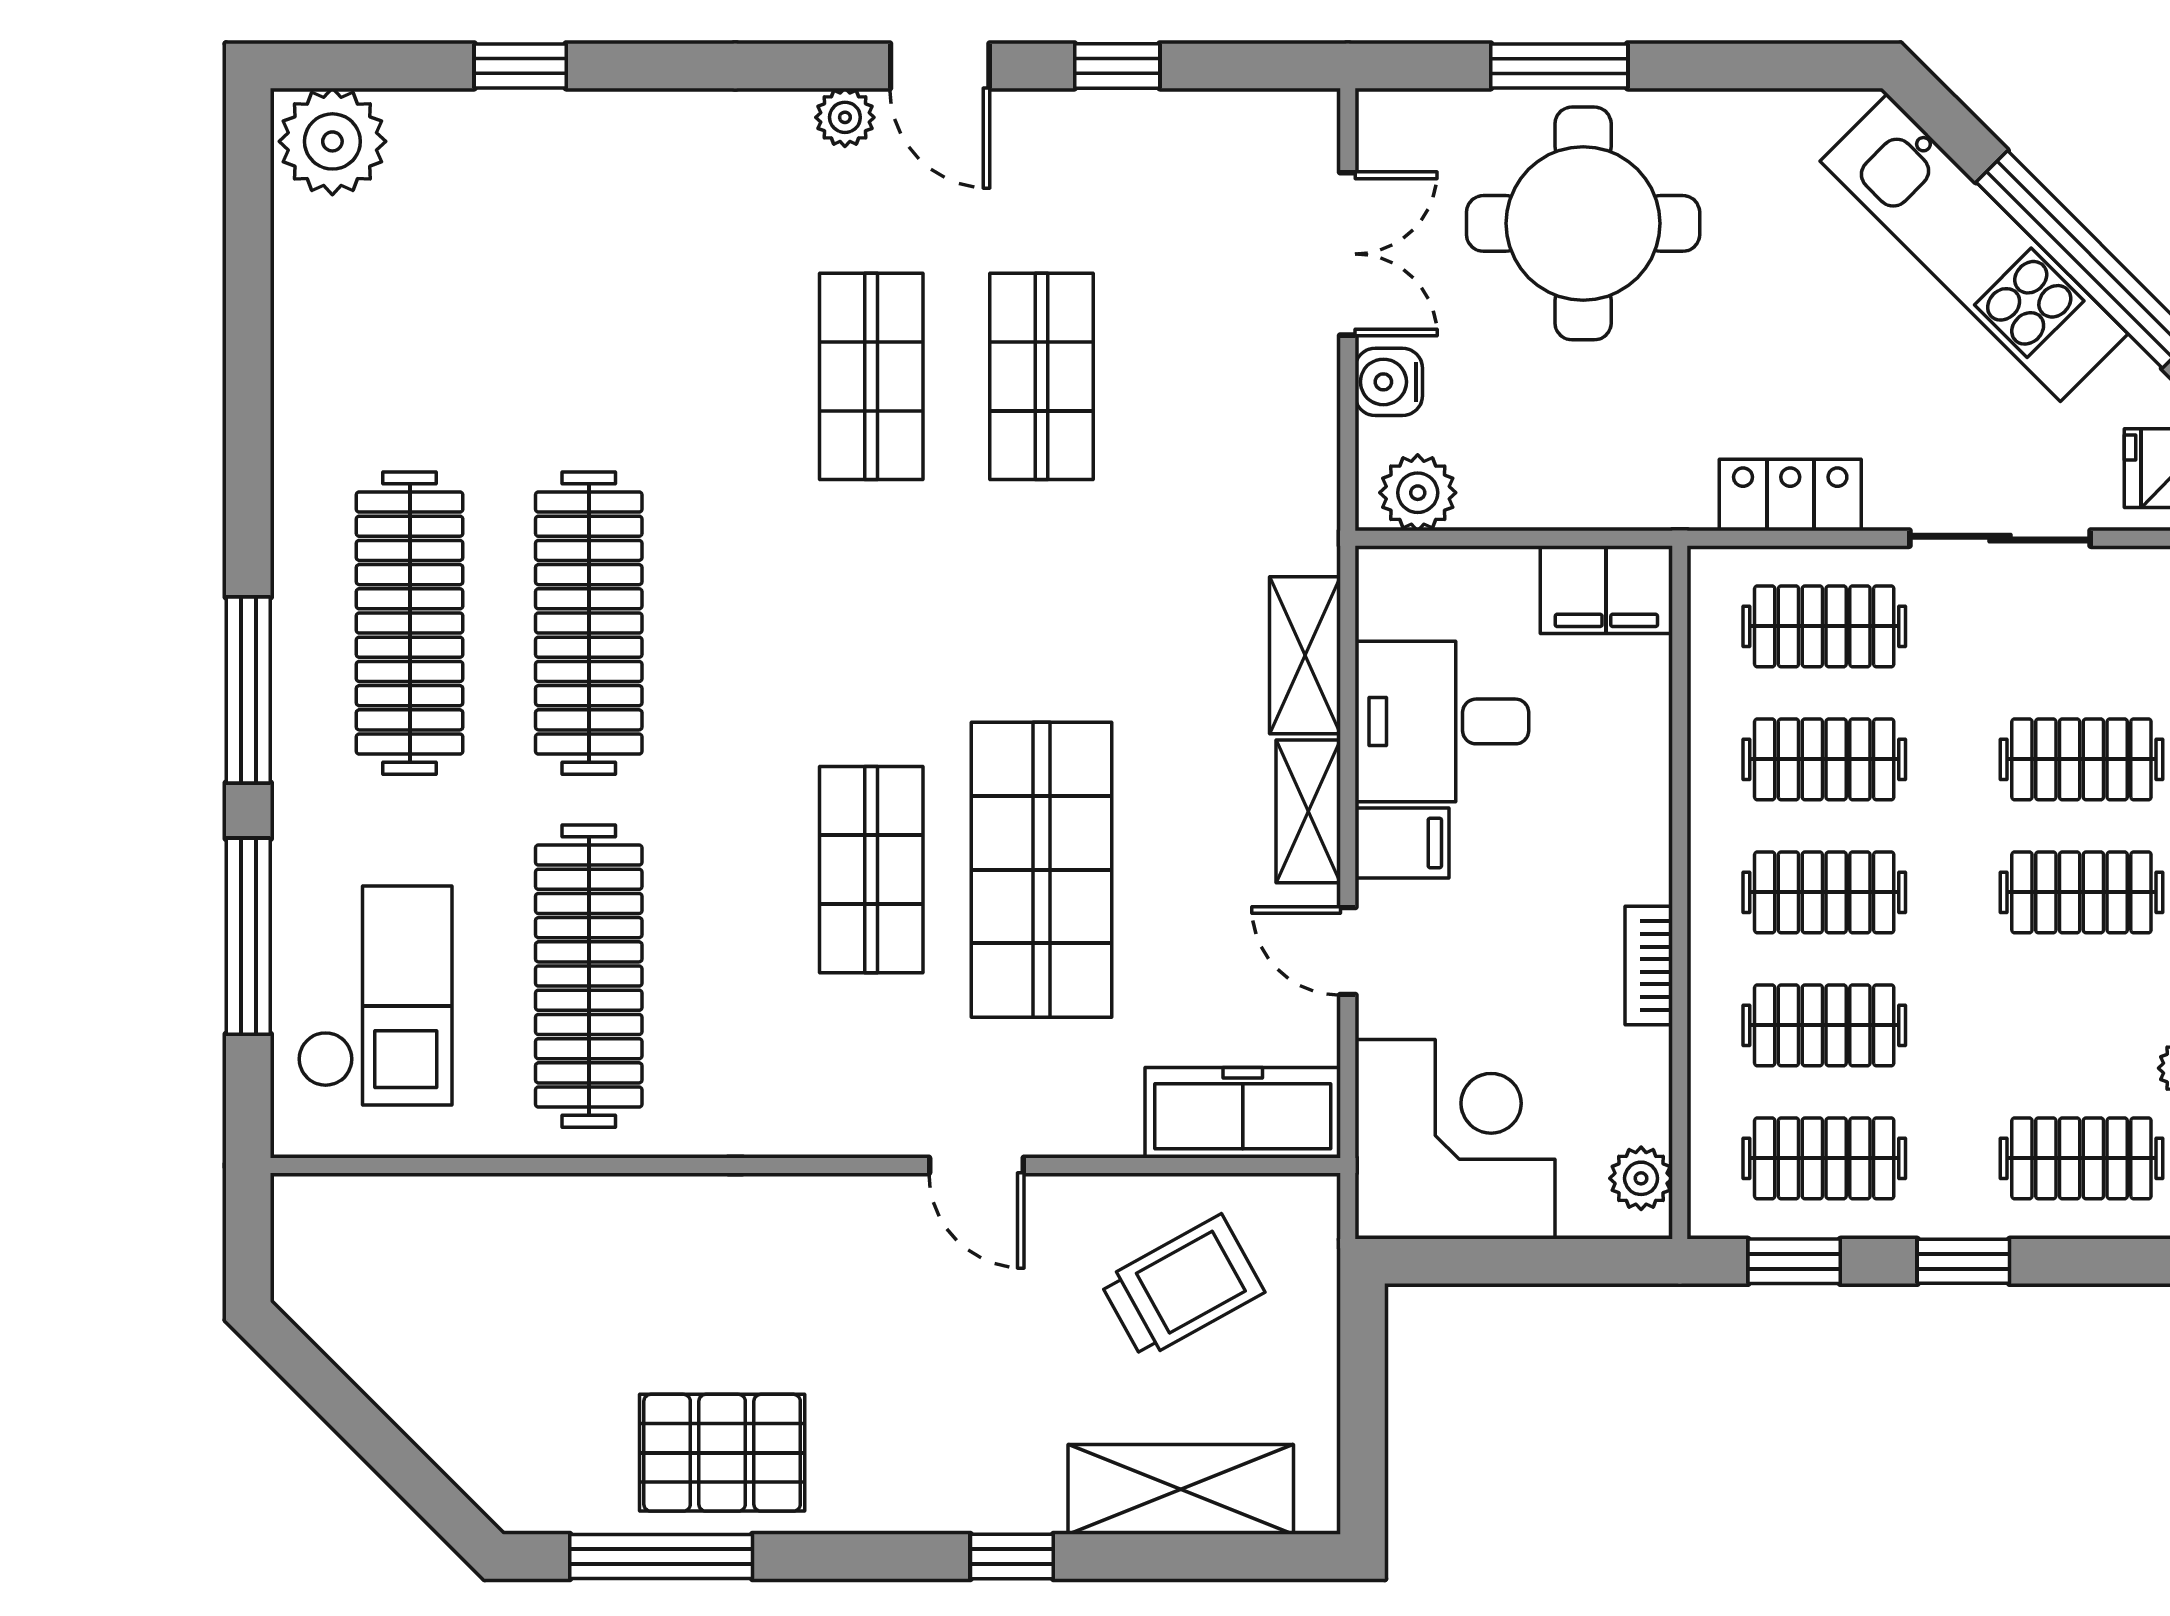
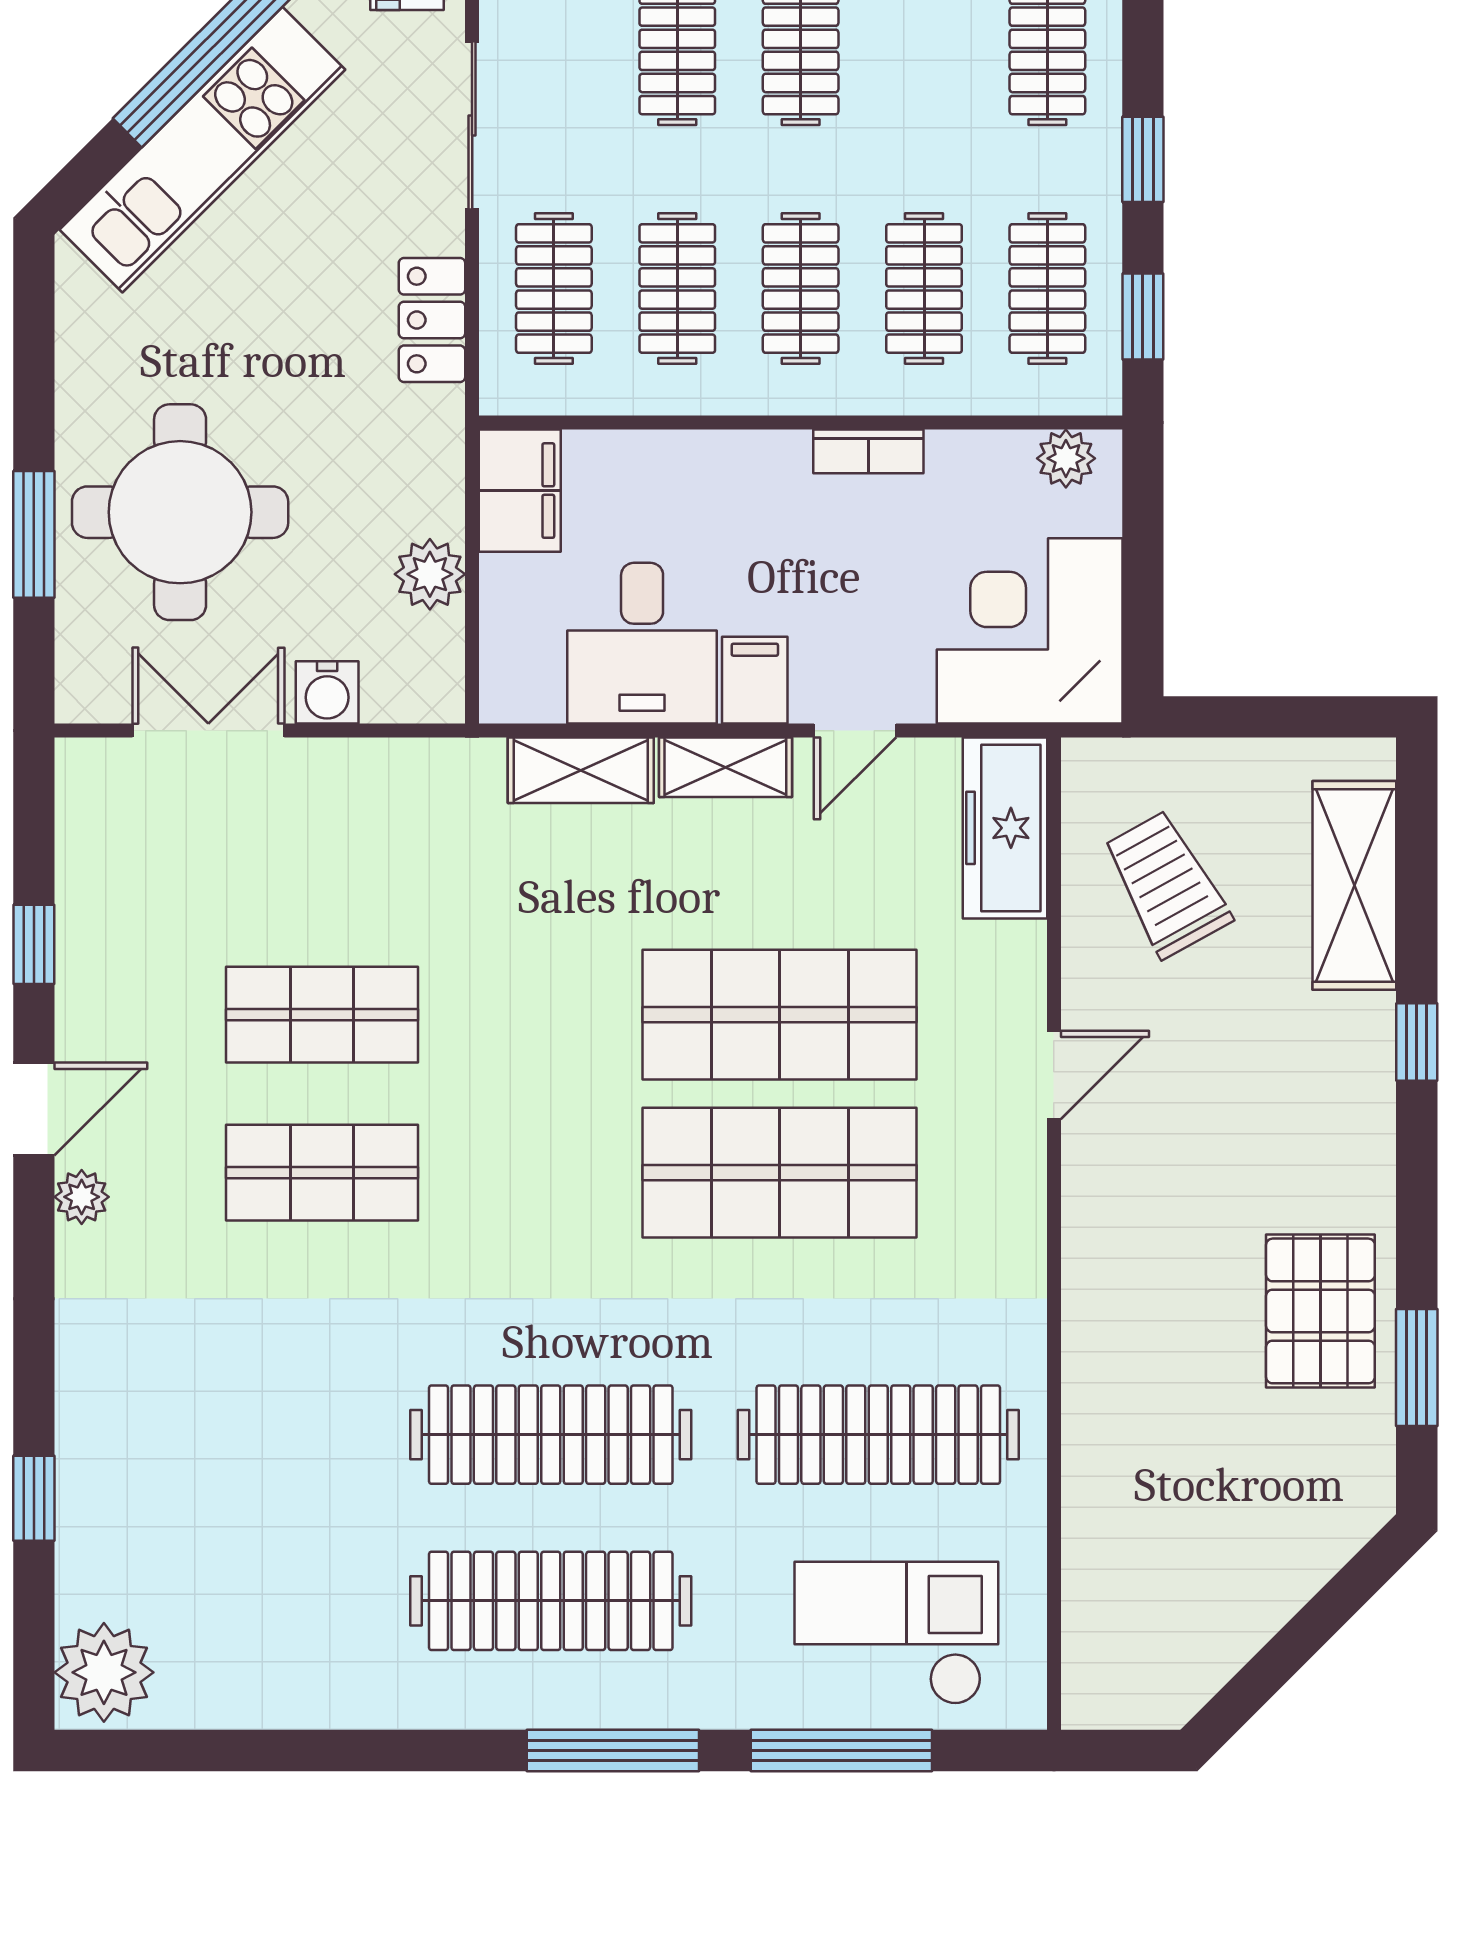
plant: (1418, 493) -> (430, 574), moved
shop shelf: (871, 870) -> (780, 1173), width x1.43, depth x1.36
window: (661, 1556) -> (1417, 1367), width x0.69

